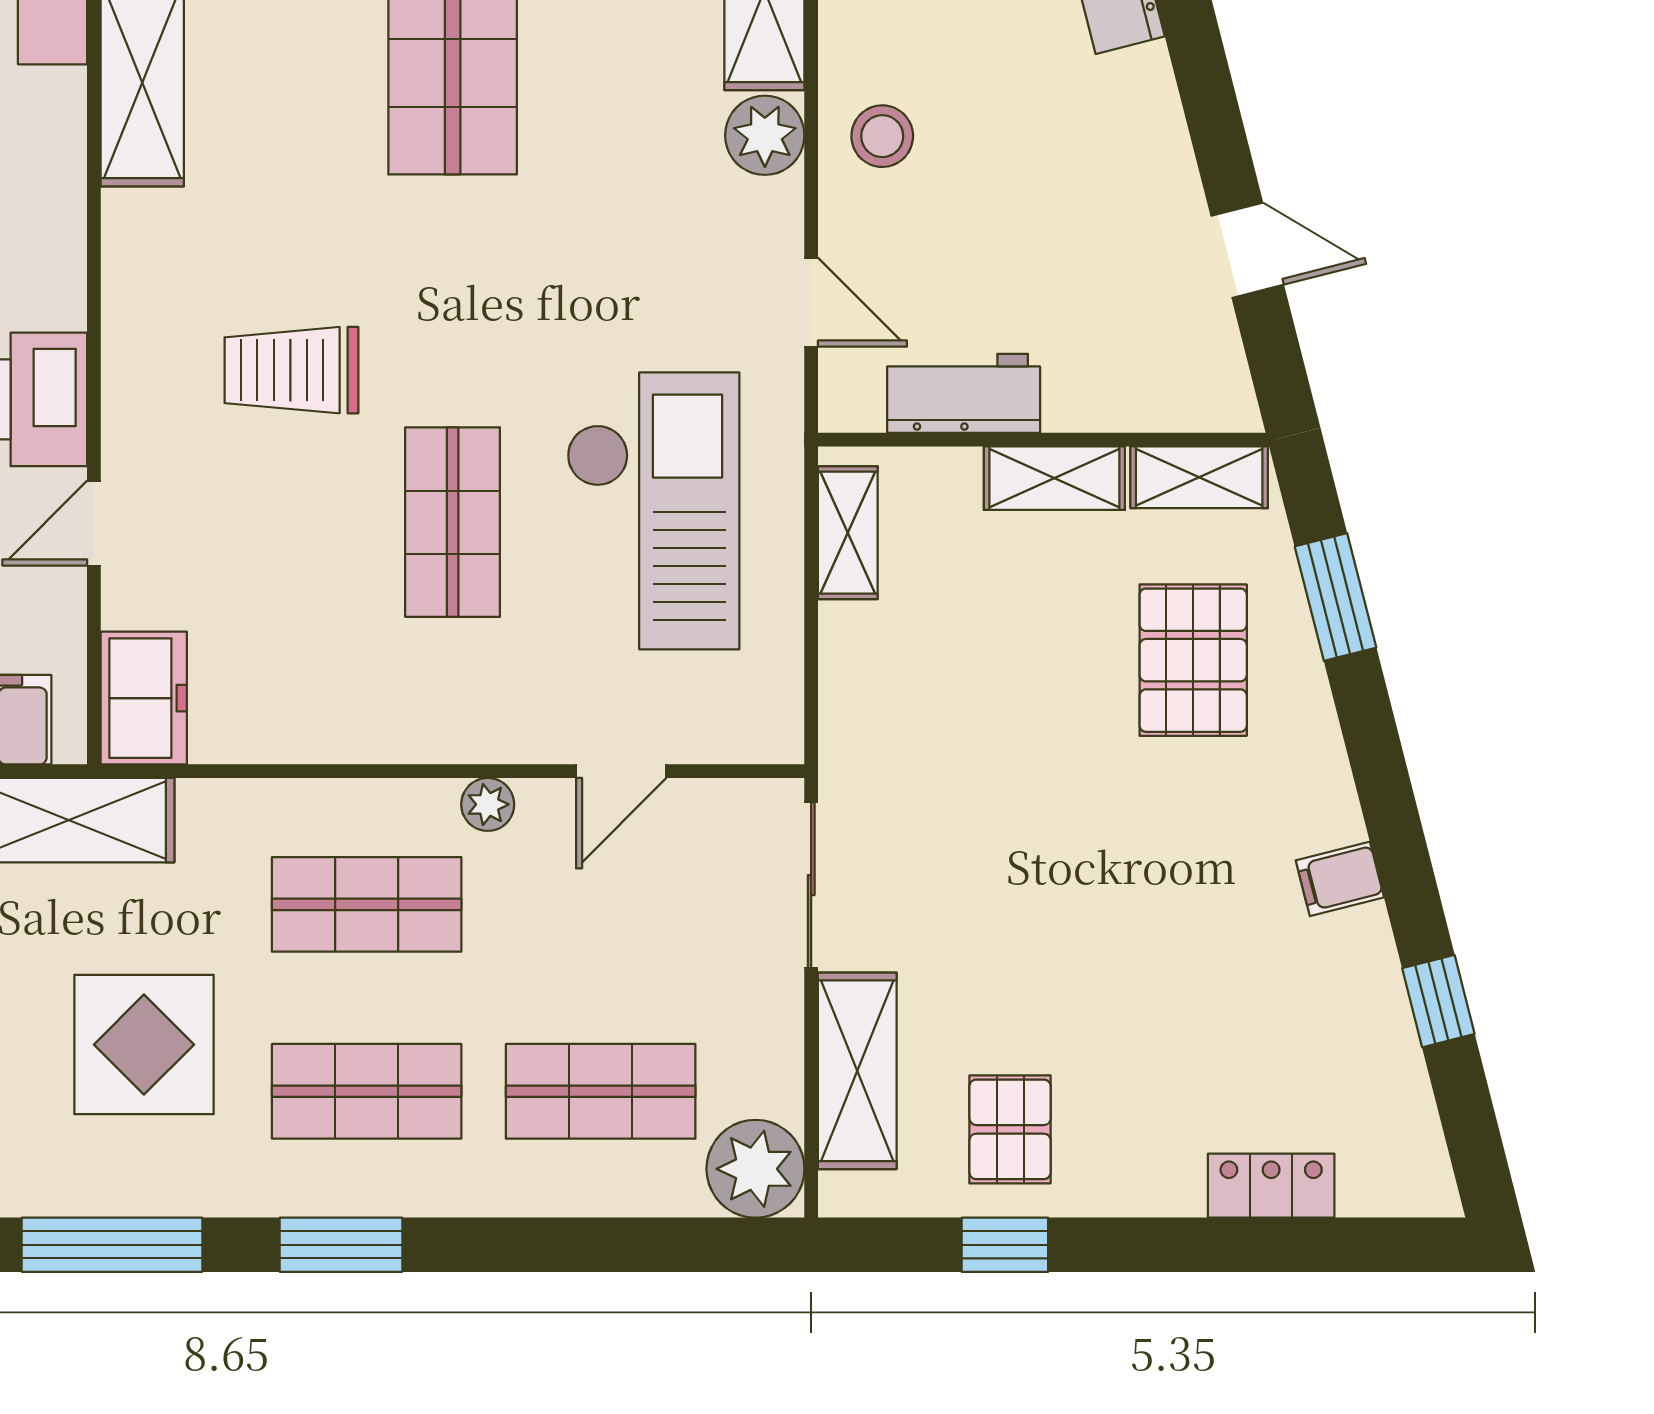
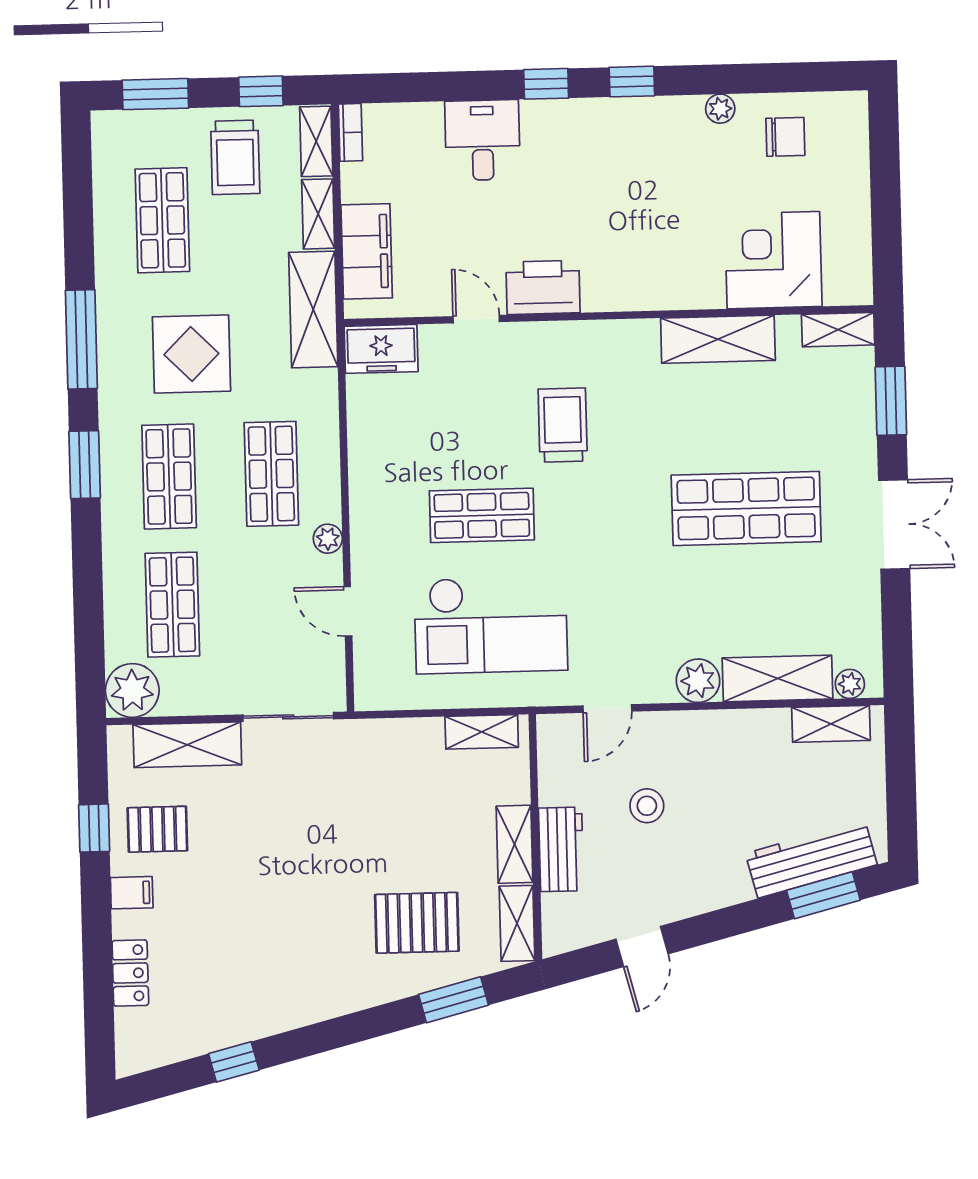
stool: (882, 136) -> (647, 806), moved
workbench: (964, 393) -> (561, 849), moved
filing cabinet: (1340, 879) -> (132, 893), moved, turned 104

